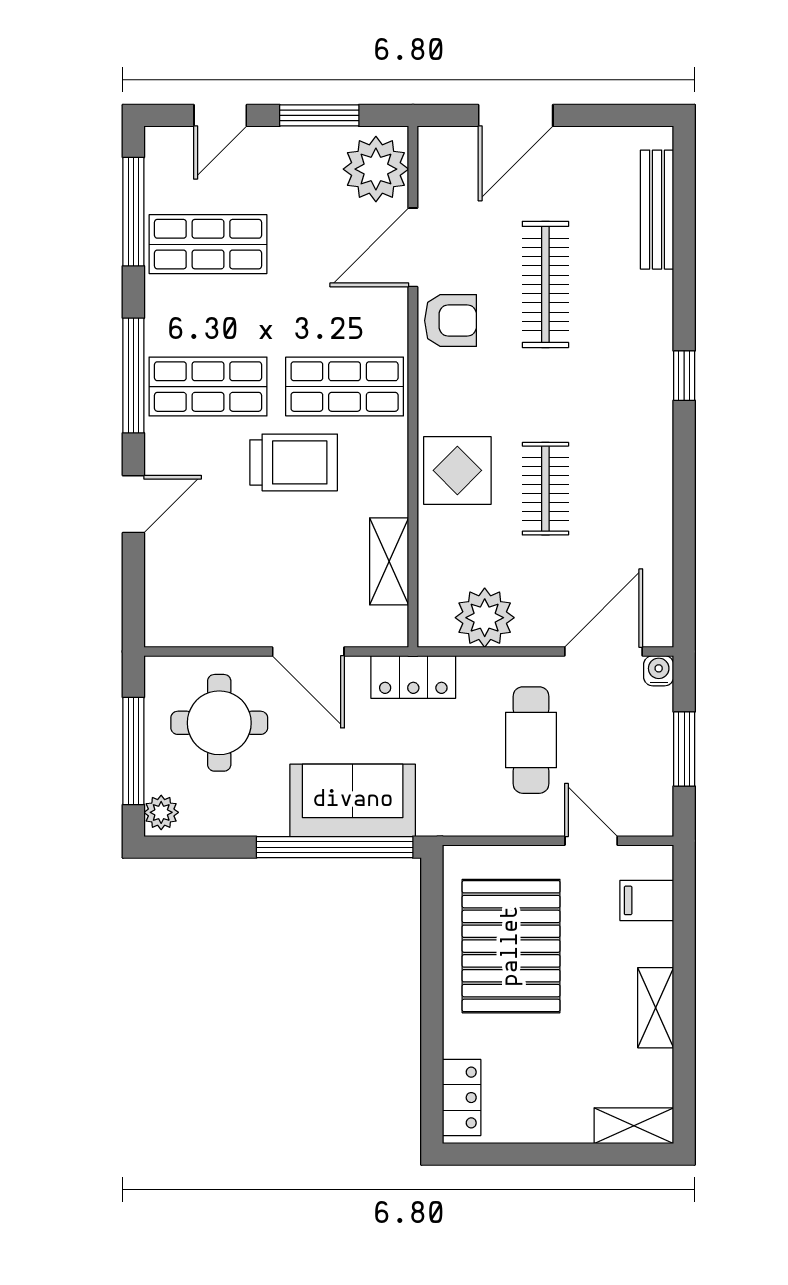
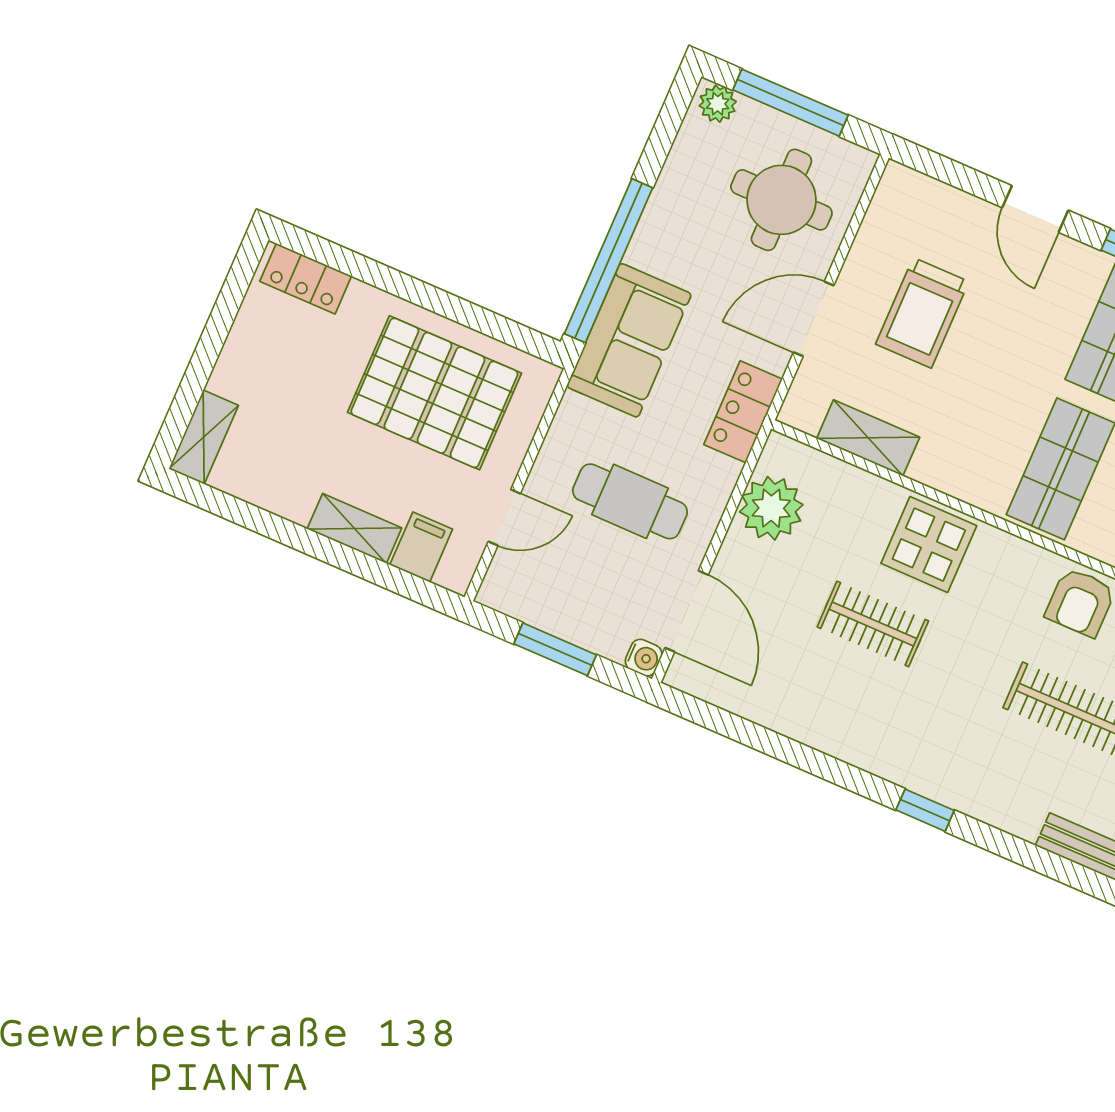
trolley: (294, 462) -> (922, 313), moved
sofa: (353, 800) -> (629, 340), moved
shelving: (656, 1008) -> (354, 528), moved

